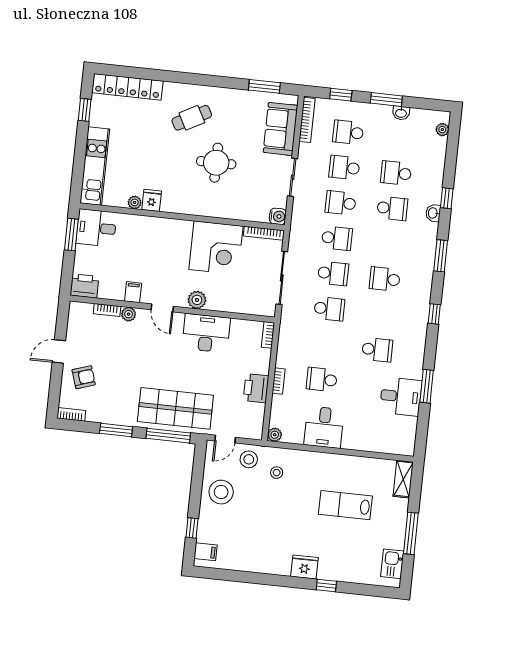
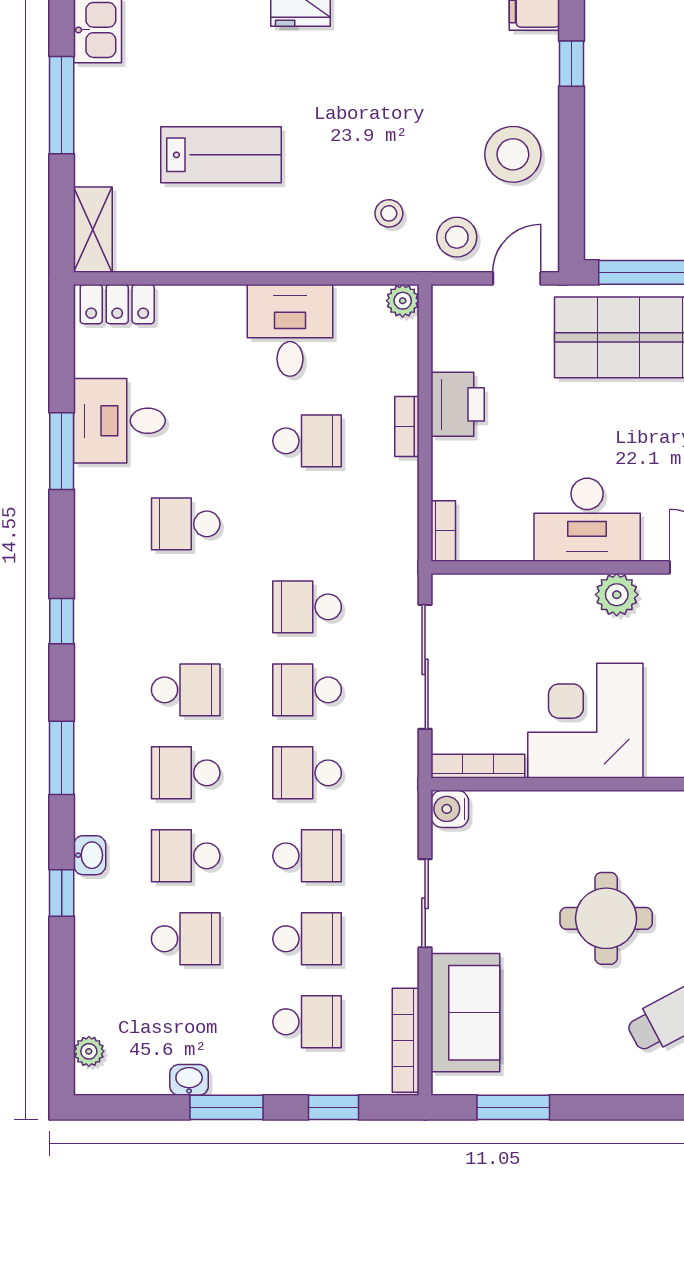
school desk: (388, 244) -> (186, 773), added
locker: (396, 446) -> (117, 304), added

